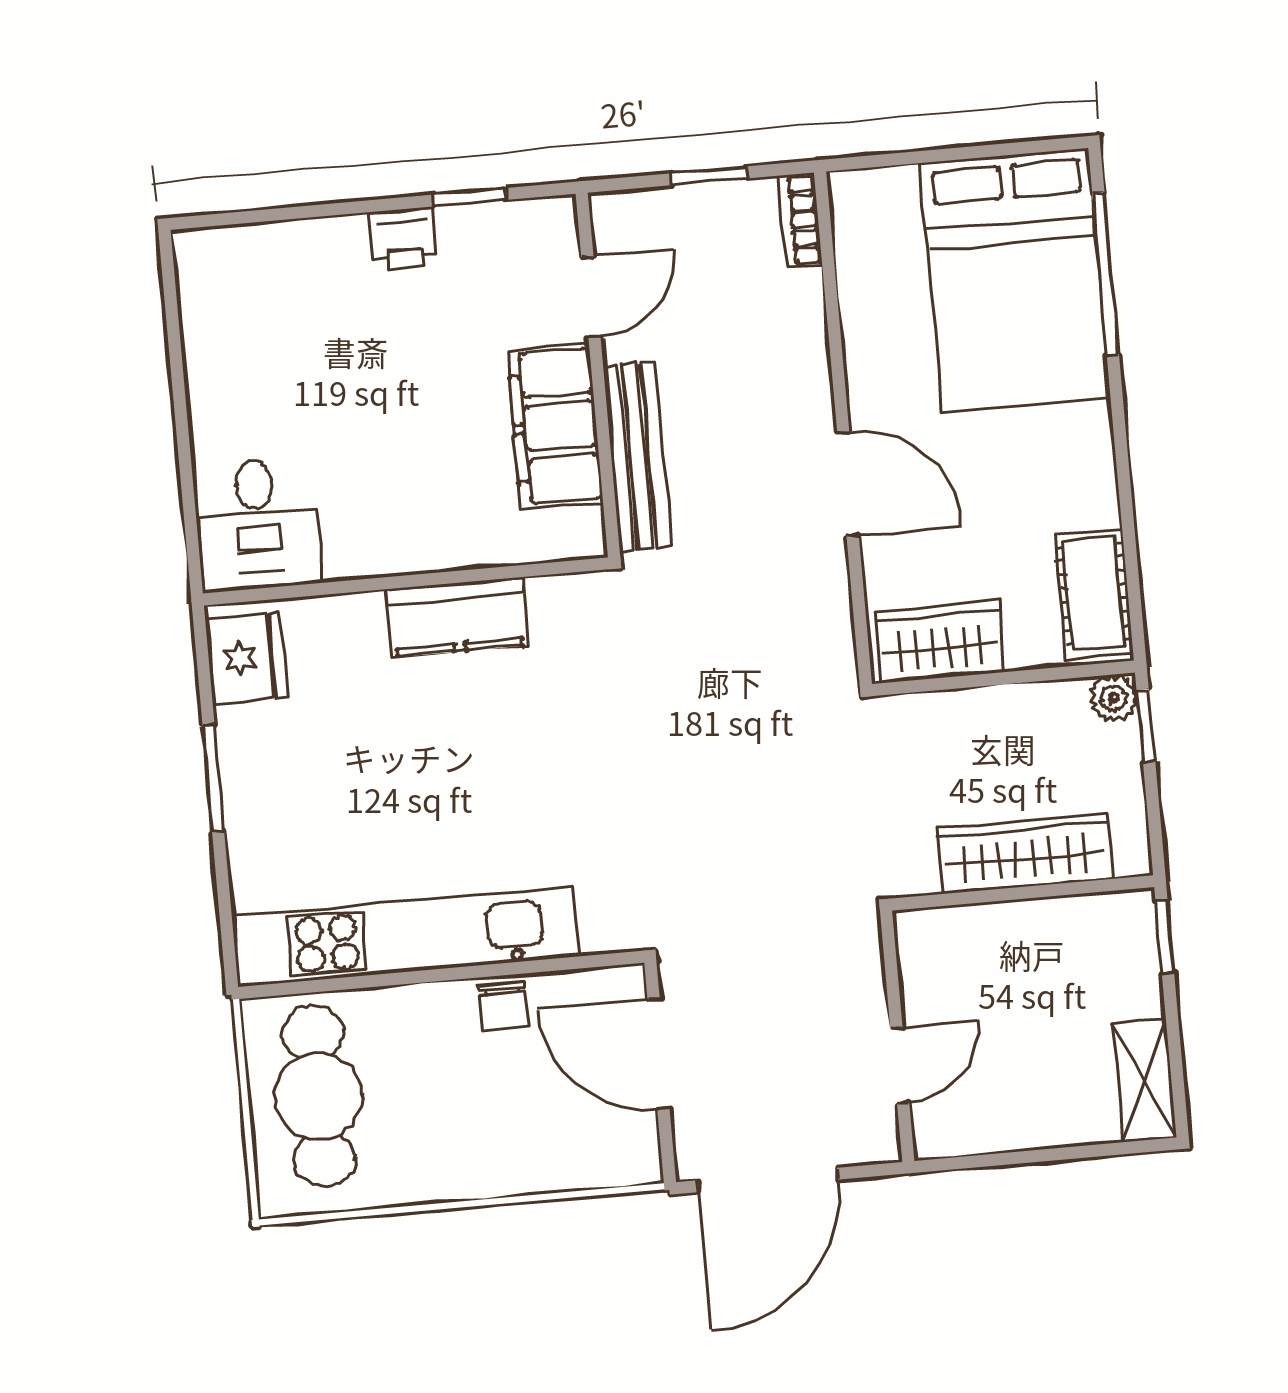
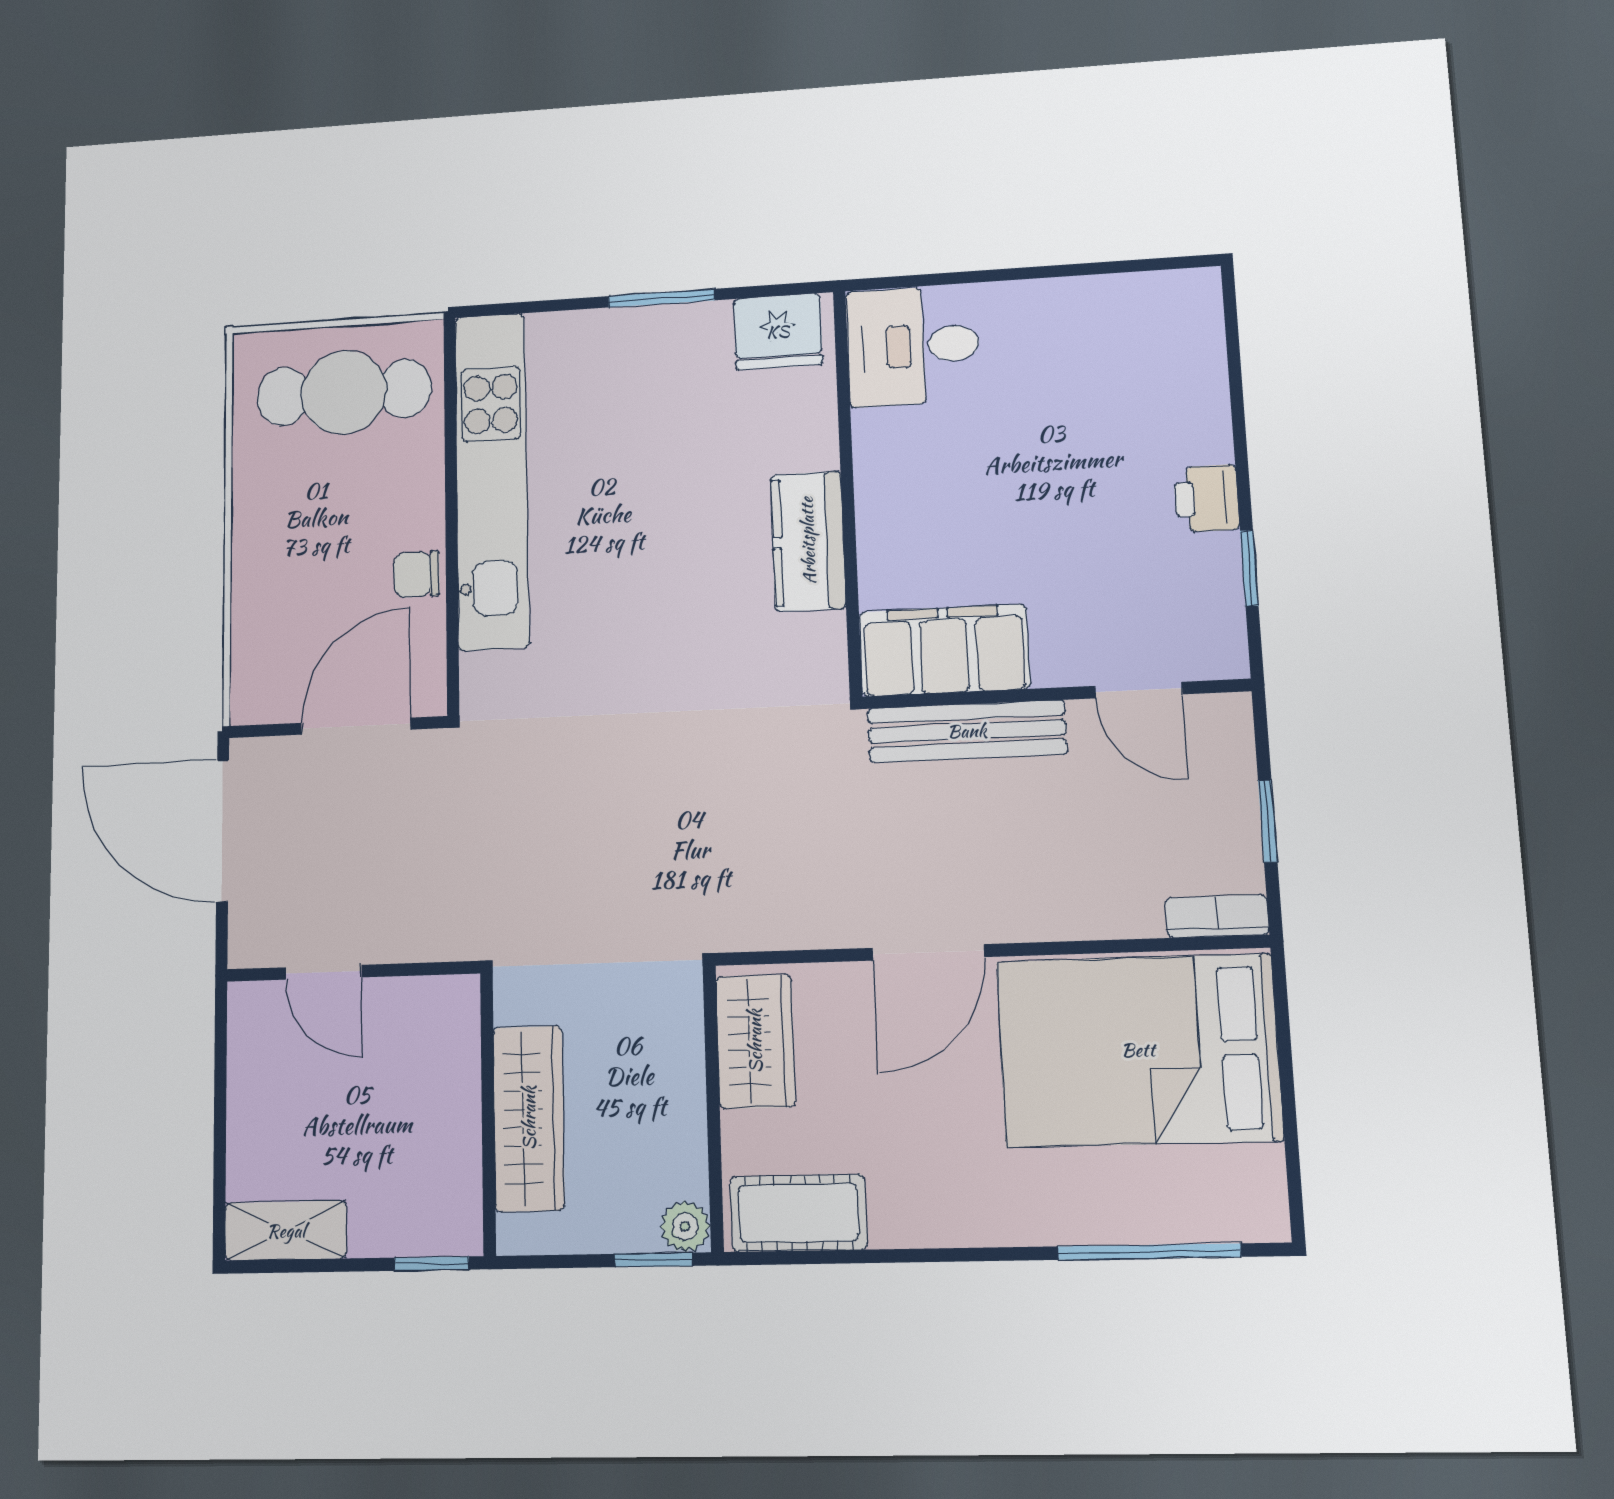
bed: (1015, 280) -> (1138, 1050), moved
filing cabinet: (555, 426) -> (944, 650), moved

